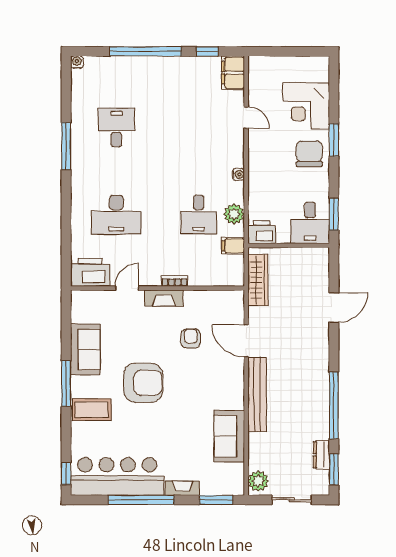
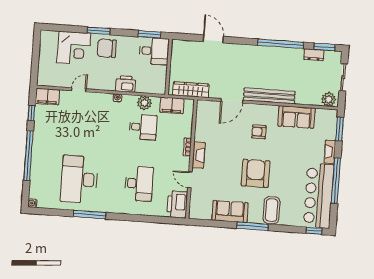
desk: (116, 127) -> (79, 179), width x1.87, depth x1.30
printer: (262, 232) -> (126, 84), moved, turned 90
filing cabinet: (233, 246) -> (172, 105), width x2.00
armchair: (191, 339) -> (259, 132), moved

